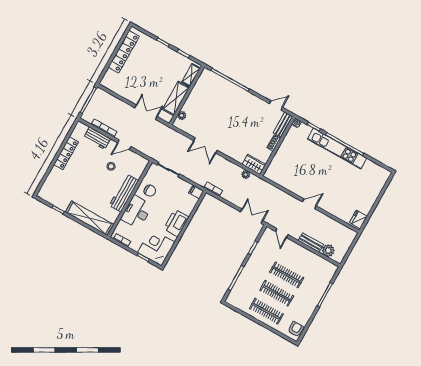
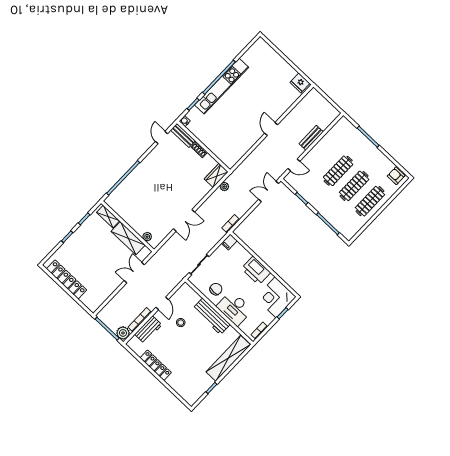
plant: (328, 251) -> (123, 333), moved

